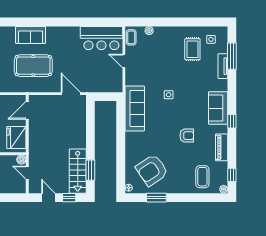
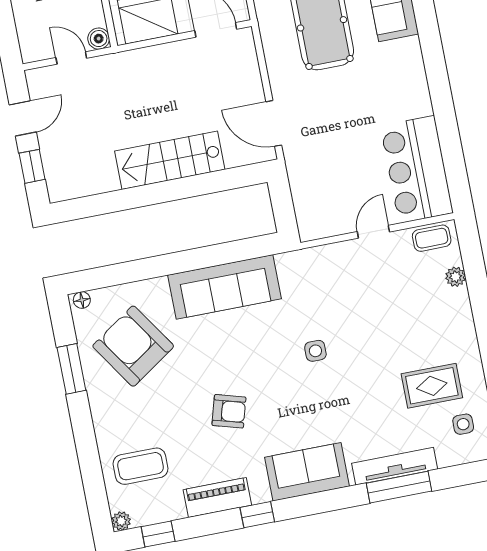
window: (232, 56) -> (399, 487), moved
tv unit: (223, 66) -> (395, 466), width x1.41
door: (71, 94) -> (274, 123), swing flipped
sofa: (135, 108) -> (225, 287), moved
window: (232, 121) -> (257, 515), moved
armchair: (187, 136) -> (229, 411), turned -74
window: (90, 170) -> (105, 203), removed
stairs: (78, 171) -> (170, 160), moved
door: (27, 173) -> (71, 58), hinge flipped

